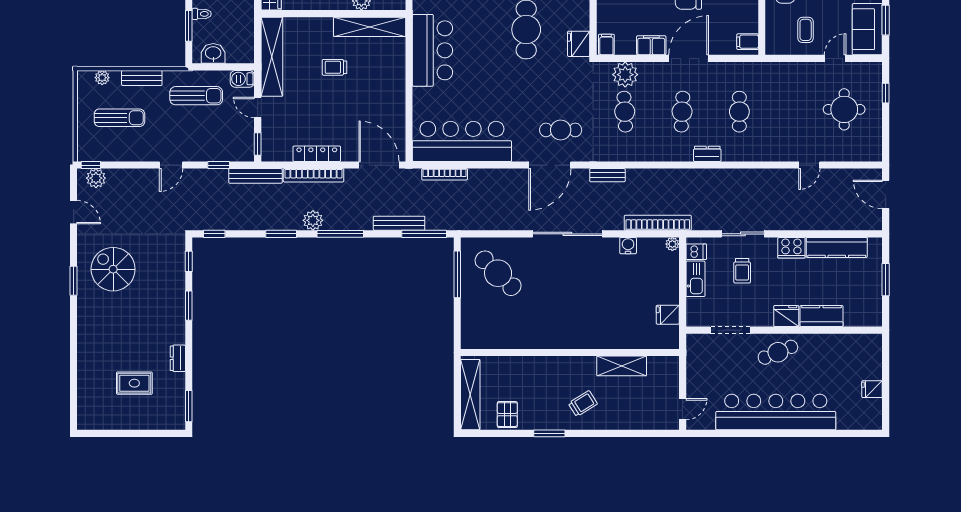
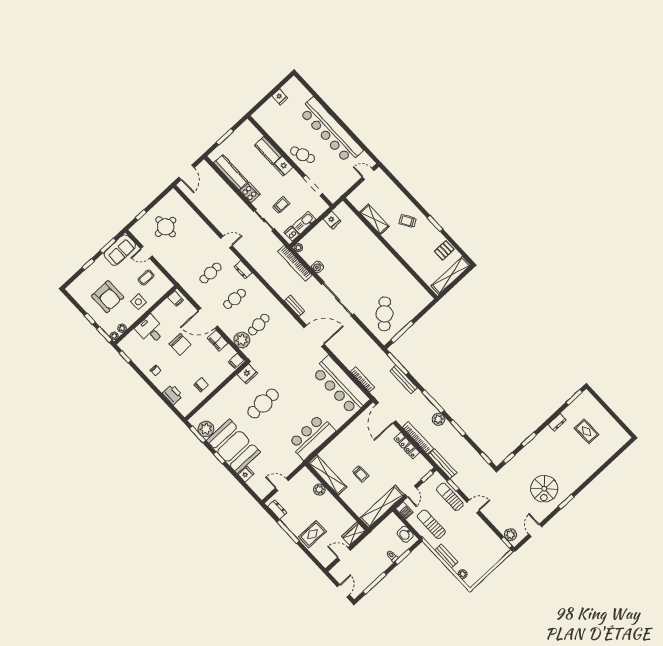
sun lounger: (119, 118) -> (450, 497), moved
cafe table: (561, 130) -> (294, 346), removed
door: (809, 165) -> (226, 242), moved

